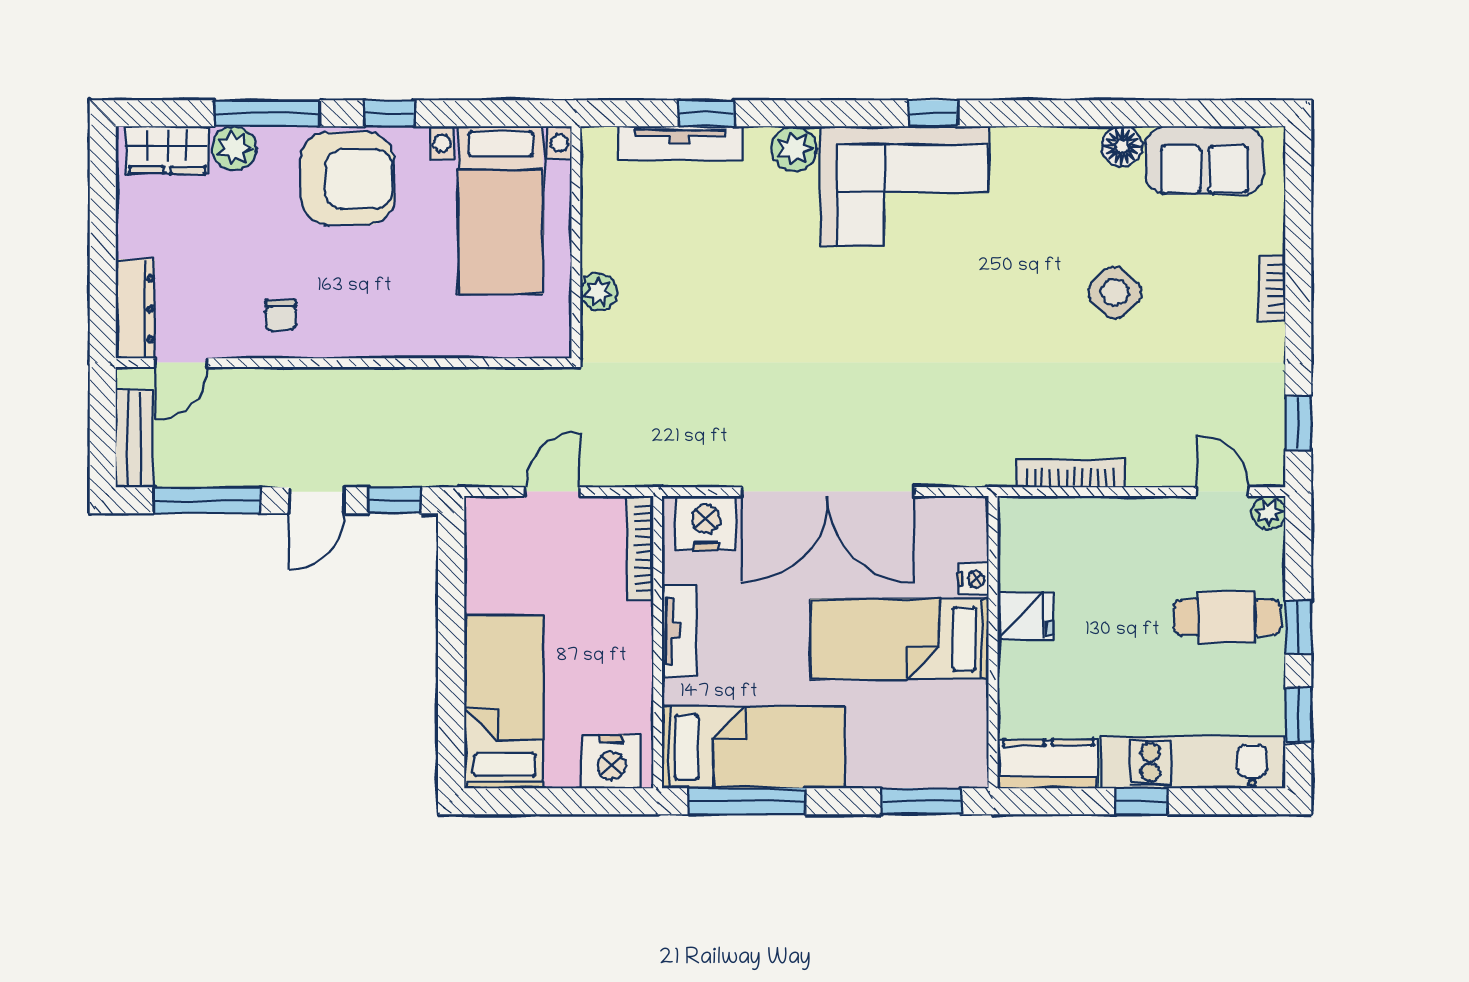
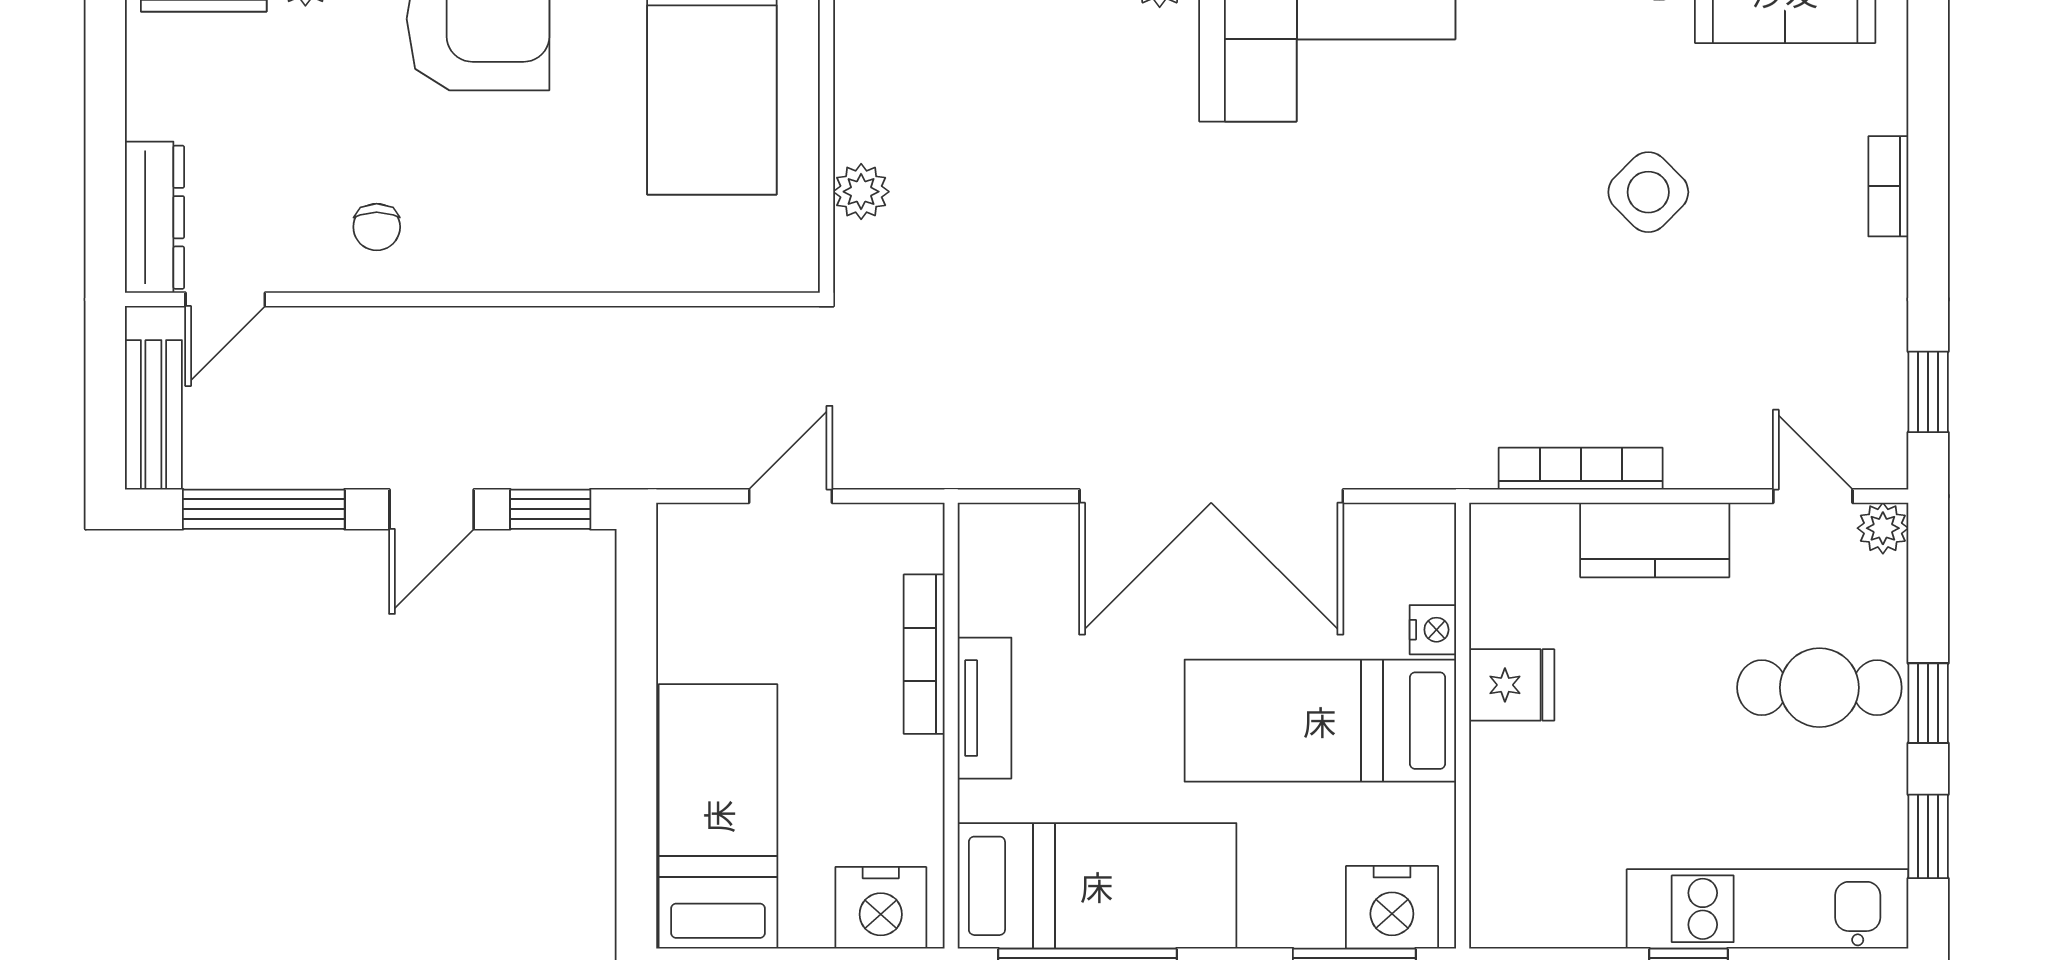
nightstand: (706, 523) -> (1392, 907), moved, turned 180
bookcase: (640, 548) -> (924, 654), moved
kitchen counter: (1048, 764) -> (1655, 540), moved, turned 180

